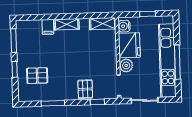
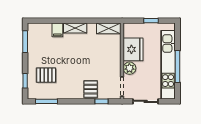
water cooler: (124, 26) -> (129, 31), removed
window: (15, 69) -> (25, 81), moved
window: (53, 103) -> (47, 101), moved

